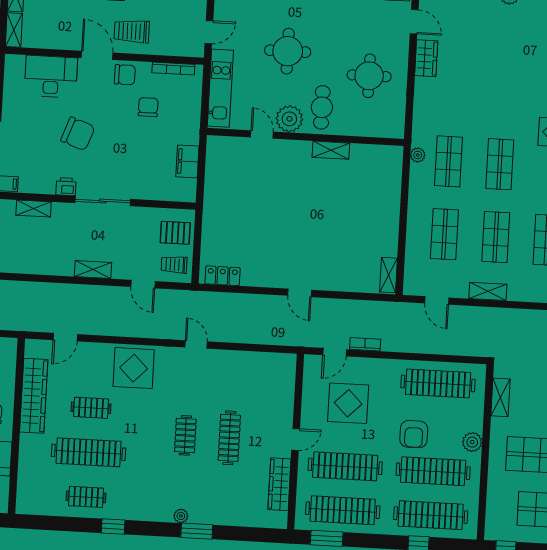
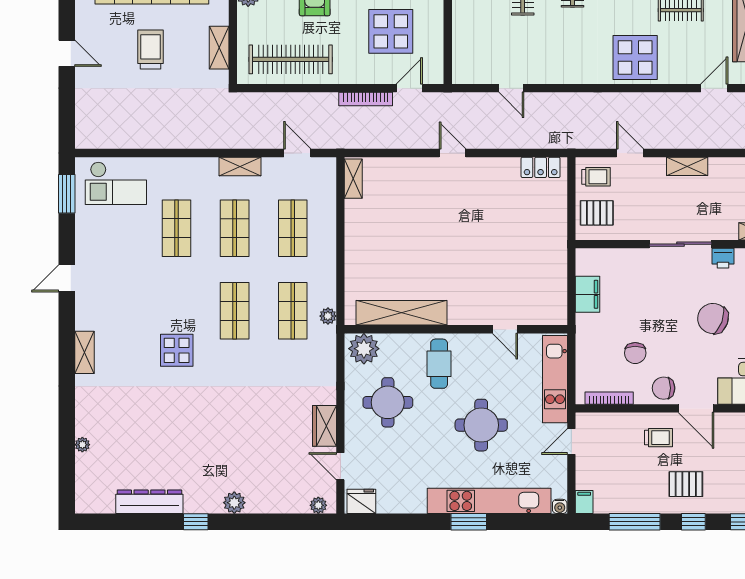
trolley: (132, 31) -> (659, 438), width x0.73, depth x0.72
plant: (289, 119) -> (364, 349), moved
shelving: (331, 150) -> (401, 313), width x2.20, depth x1.33
door: (196, 344) -> (511, 88), moved
bookcase: (365, 344) -> (366, 99), width x1.56

